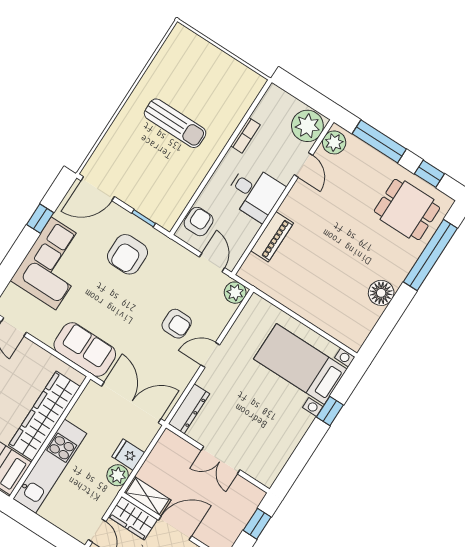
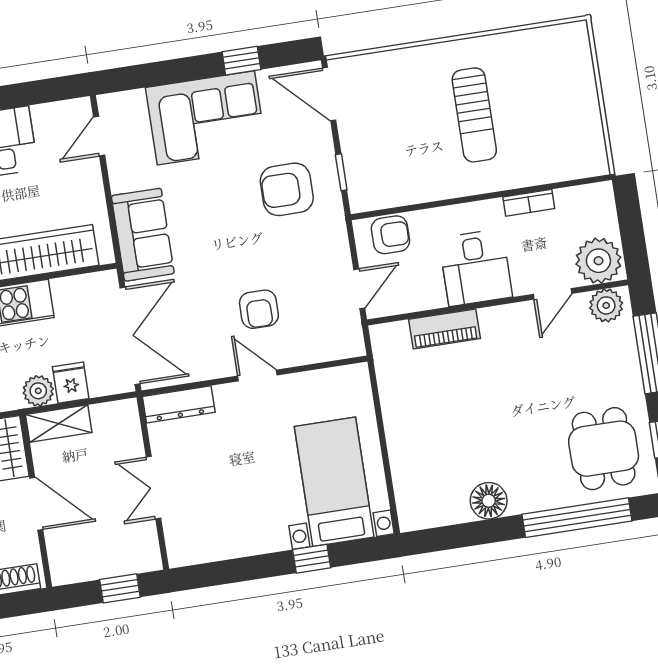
plant: (235, 293) -> (349, 343), removed
shelving: (147, 496) -> (59, 424), moved, turned 90

